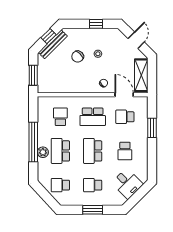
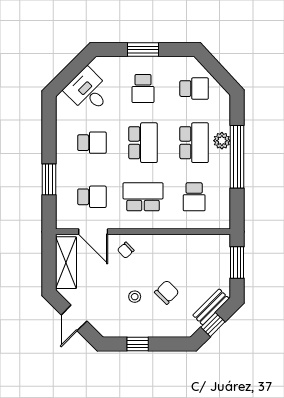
bench: (53, 44) -> (211, 307), width x0.73
school desk: (125, 151) -> (92, 143), turned 90
school desk: (93, 185) -> (143, 89), turned 90

